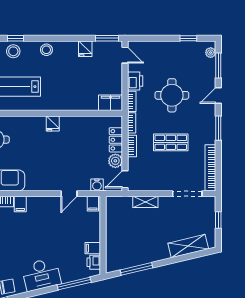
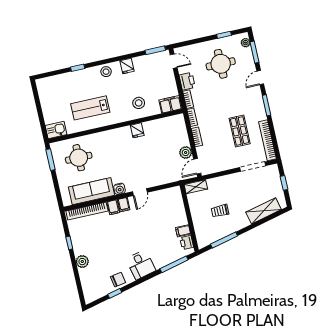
fridge: (85, 49) -> (127, 66), moved
stool: (13, 51) -> (139, 103), moved
round table: (172, 95) -> (221, 64), moved
fridge: (53, 124) -> (137, 130), moved
locker: (116, 140) -> (182, 135), removed
shop shelf: (171, 142) -> (240, 131), moved, turned 90
water cooler: (97, 185) -> (119, 189), moved
door: (69, 194) -> (140, 192), moved
shelving: (145, 202) -> (196, 187), moved
filing cabinet: (93, 204) -> (124, 205), moved
trolley: (139, 235) -> (220, 211), added
desk: (41, 274) -> (141, 265), width x0.73

